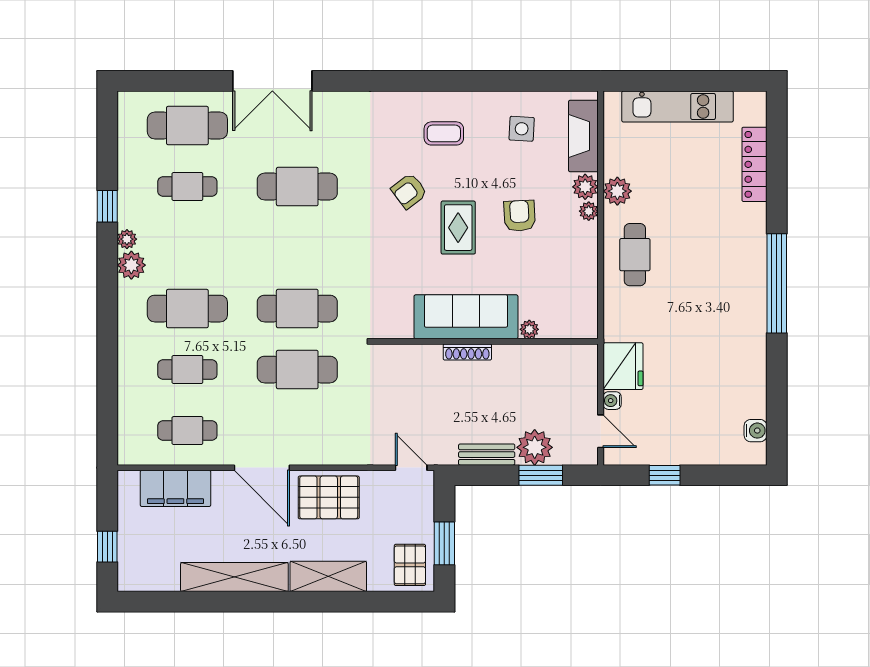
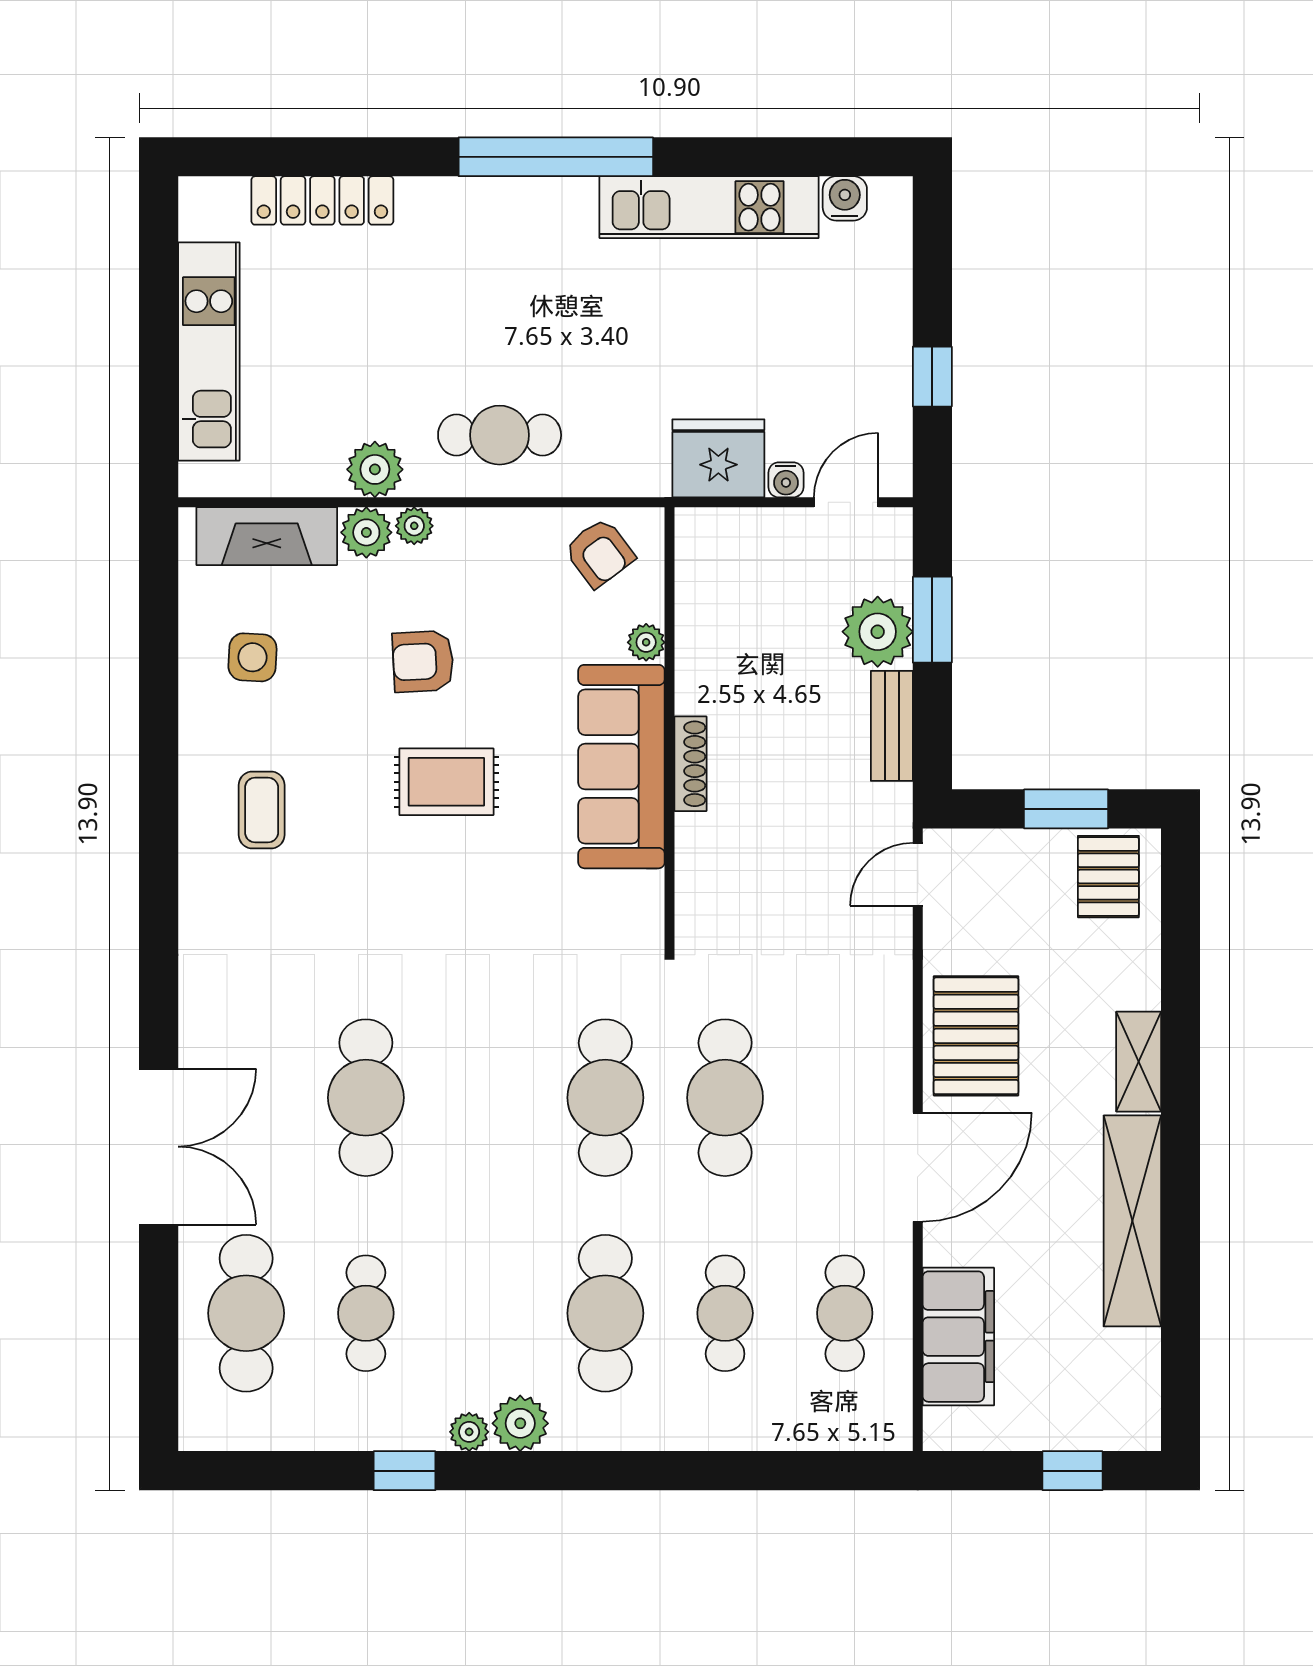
armchair: (409, 191) -> (600, 553), moved
kitchen unit: (751, 361) -> (709, 207), added
pallet: (410, 565) -> (1108, 877), turned 90
shelving: (328, 576) -> (1139, 1062), width x0.67, depth x0.75

